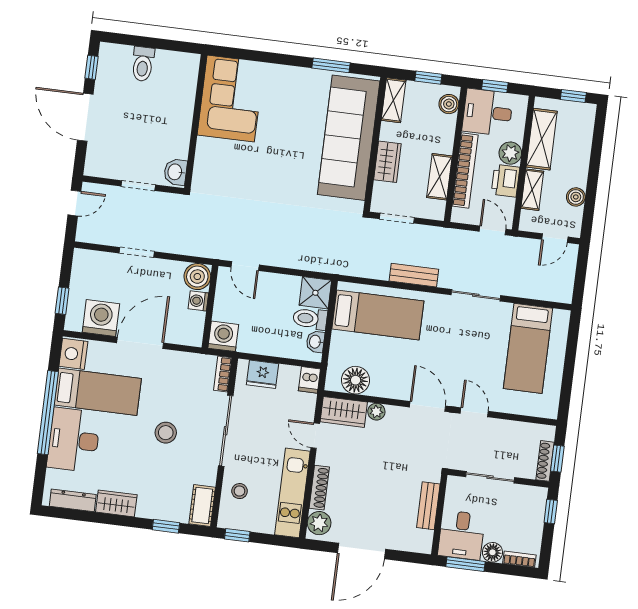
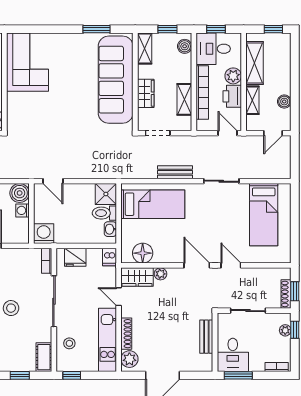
plant: (538, 511) -> (285, 330), added
floor lamp: (492, 552) -> (257, 364), removed

